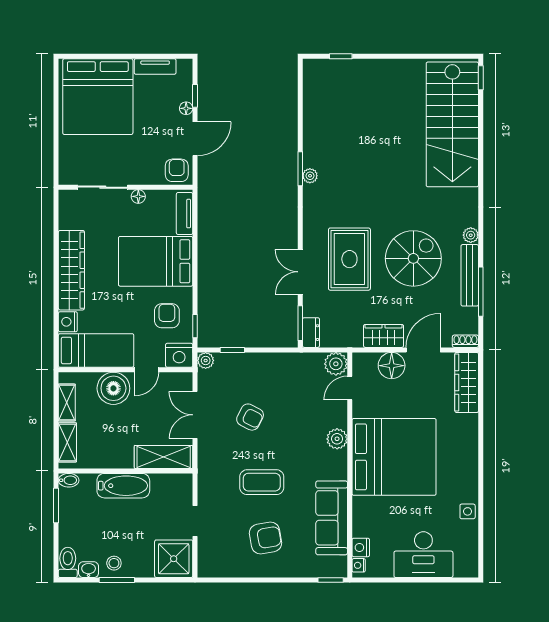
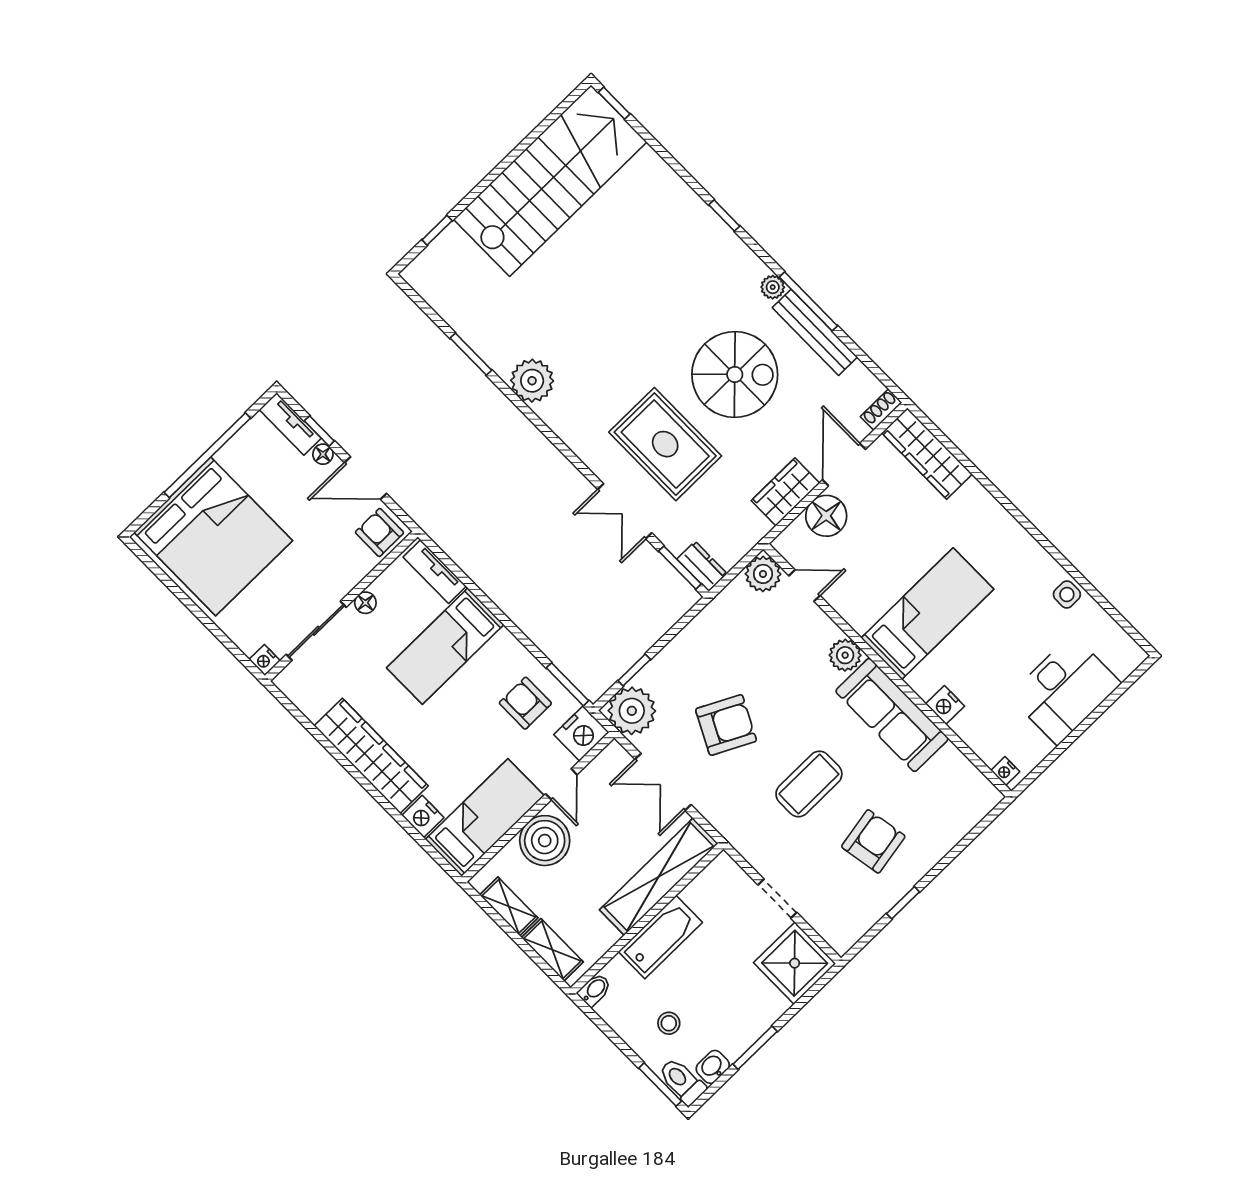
window: (132, 56) -> (207, 455), added
tv unit: (155, 67) -> (290, 424), moved, turned 90
stairs: (452, 124) -> (550, 181), moved, turned -90
door: (195, 139) -> (366, 478), swing flipped
window: (300, 169) -> (471, 354), moved
plant: (310, 176) -> (532, 381), width x1.88, depth x1.88
nightstand: (66, 177) -> (265, 660), added
window: (481, 180) -> (724, 216), added
spiral stairs: (413, 258) -> (735, 374), turned 90
bed: (156, 261) -> (445, 646), width x0.67
window: (481, 292) -> (808, 301), moved
window: (195, 326) -> (567, 684), width x1.50
plant: (206, 360) -> (632, 711), width x1.88, depth x1.88
door: (350, 388) -> (804, 586), swing flipped
armchair: (250, 417) -> (726, 725), width x1.38, depth x1.38
shelving: (164, 457) -> (659, 877), width x1.47
bed: (394, 457) -> (927, 614), width x0.49
window: (56, 506) -> (660, 1085), moved
sofa: (332, 518) -> (892, 715), moved
nightstand: (361, 547) -> (945, 705), moved
stool: (114, 563) -> (669, 1023), moved
window: (331, 580) -> (903, 903), moved

